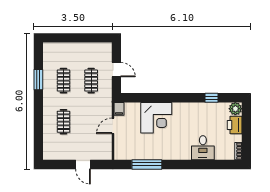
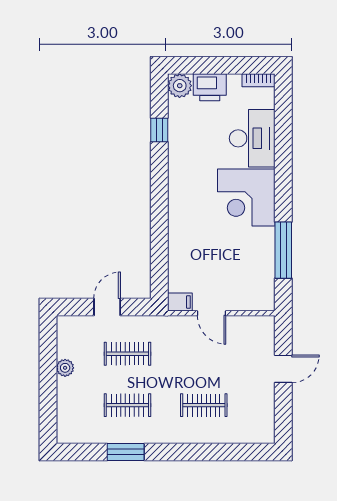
plant: (84, 47) -> (65, 368), added
corner desk: (156, 118) -> (246, 198), moved, turned 180
desk: (203, 148) -> (252, 138), width x1.37

